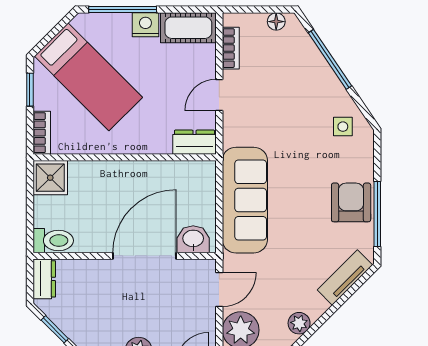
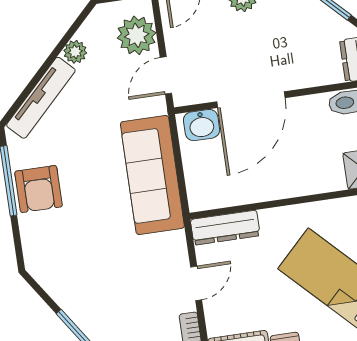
side table: (343, 127) -> (59, 269), removed
dresser: (195, 142) -> (225, 228), width x1.44
tv unit: (345, 277) -> (41, 98), width x1.41

